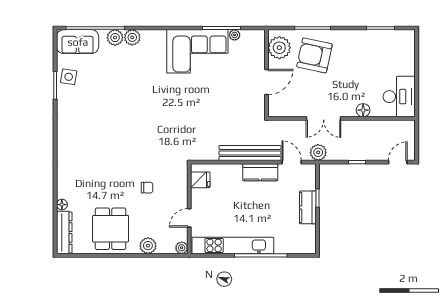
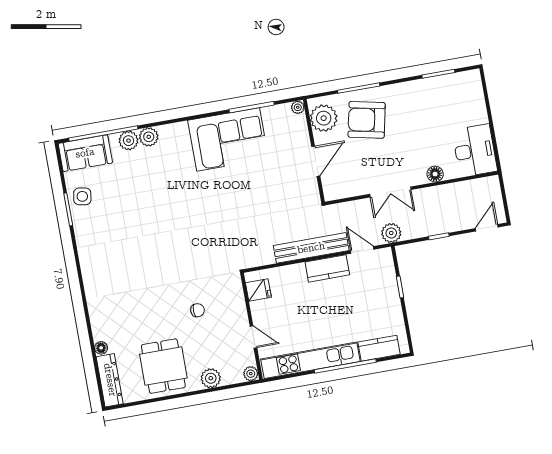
plant: (235, 35) -> (298, 107), moved
kitchen counter: (308, 207) -> (379, 348), moved, turned 90
door: (189, 218) -> (253, 337), swing flipped

